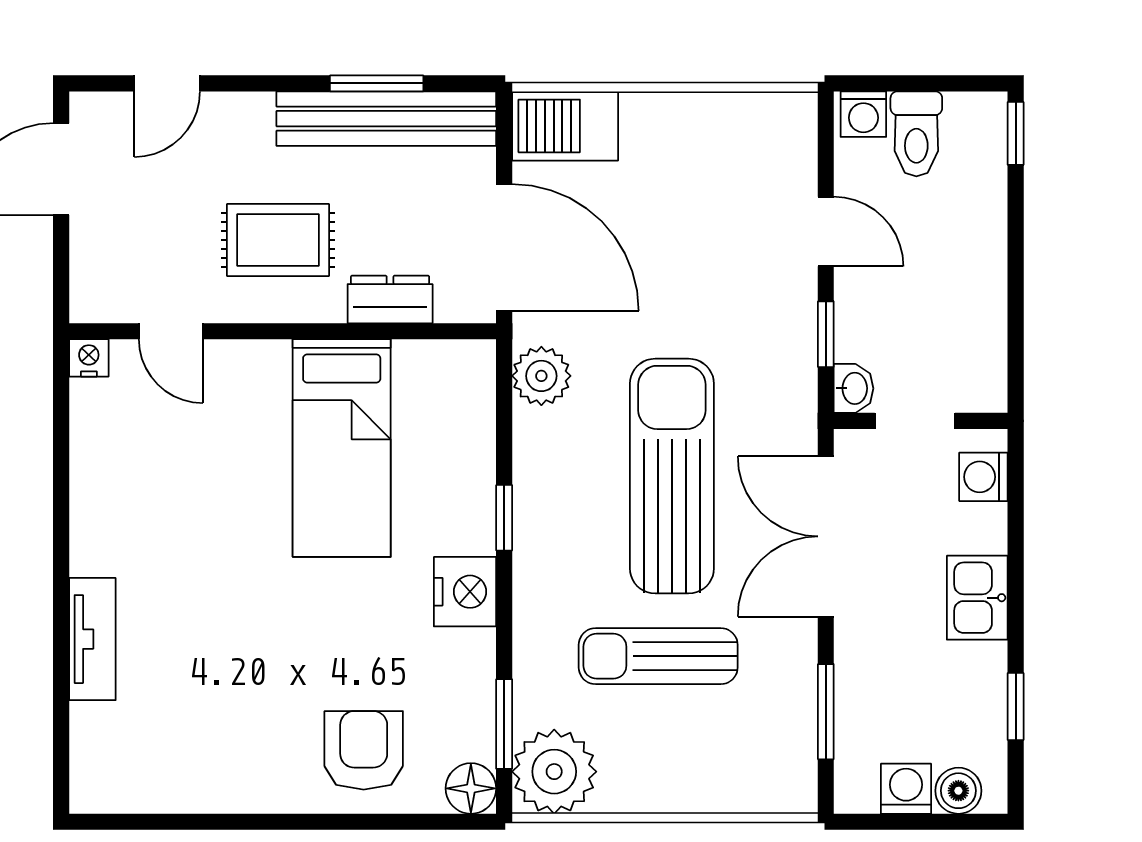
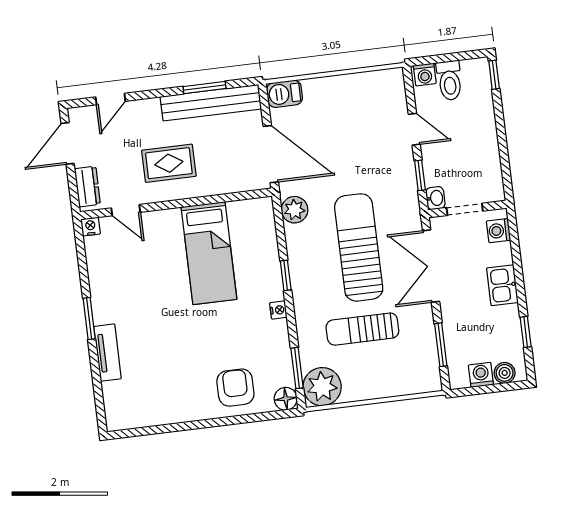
barbecue: (565, 126) -> (285, 94), width x0.73, depth x0.79
dresser: (390, 299) -> (87, 187), moved, turned 90
window: (61, 559) -> (89, 318), added
nightstand: (465, 592) -> (278, 310), width x0.53, depth x0.56

